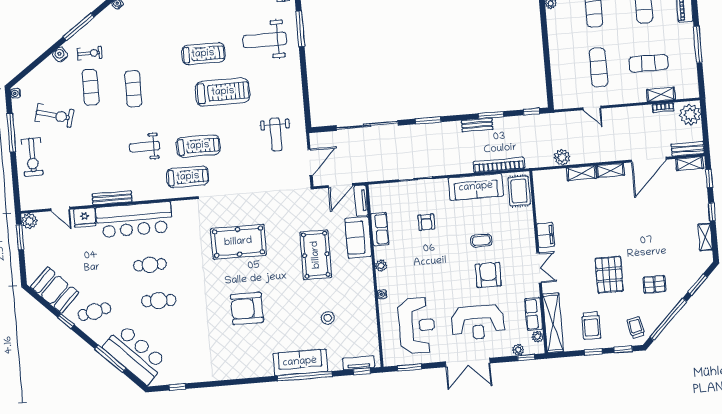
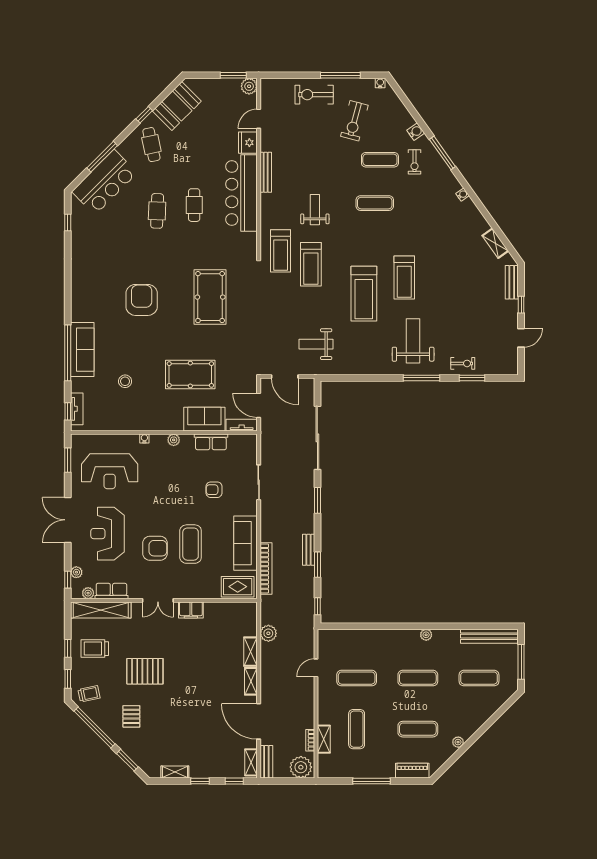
coffee table: (481, 241) -> (191, 544), width x1.86, depth x1.72

